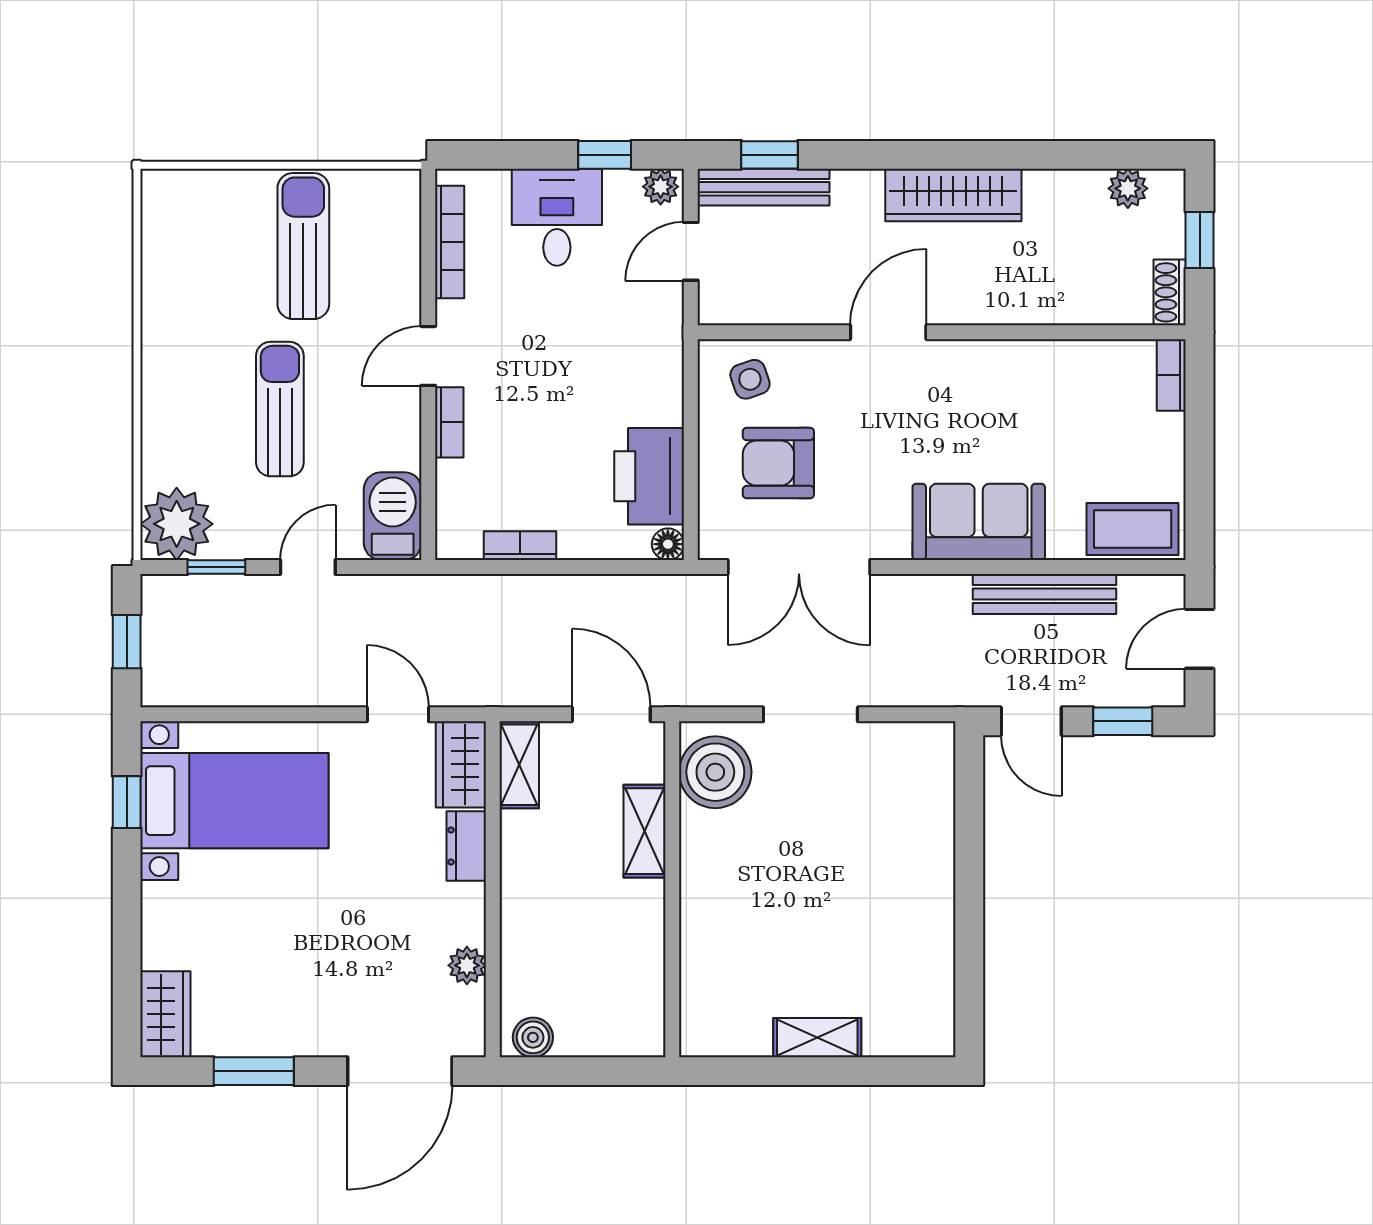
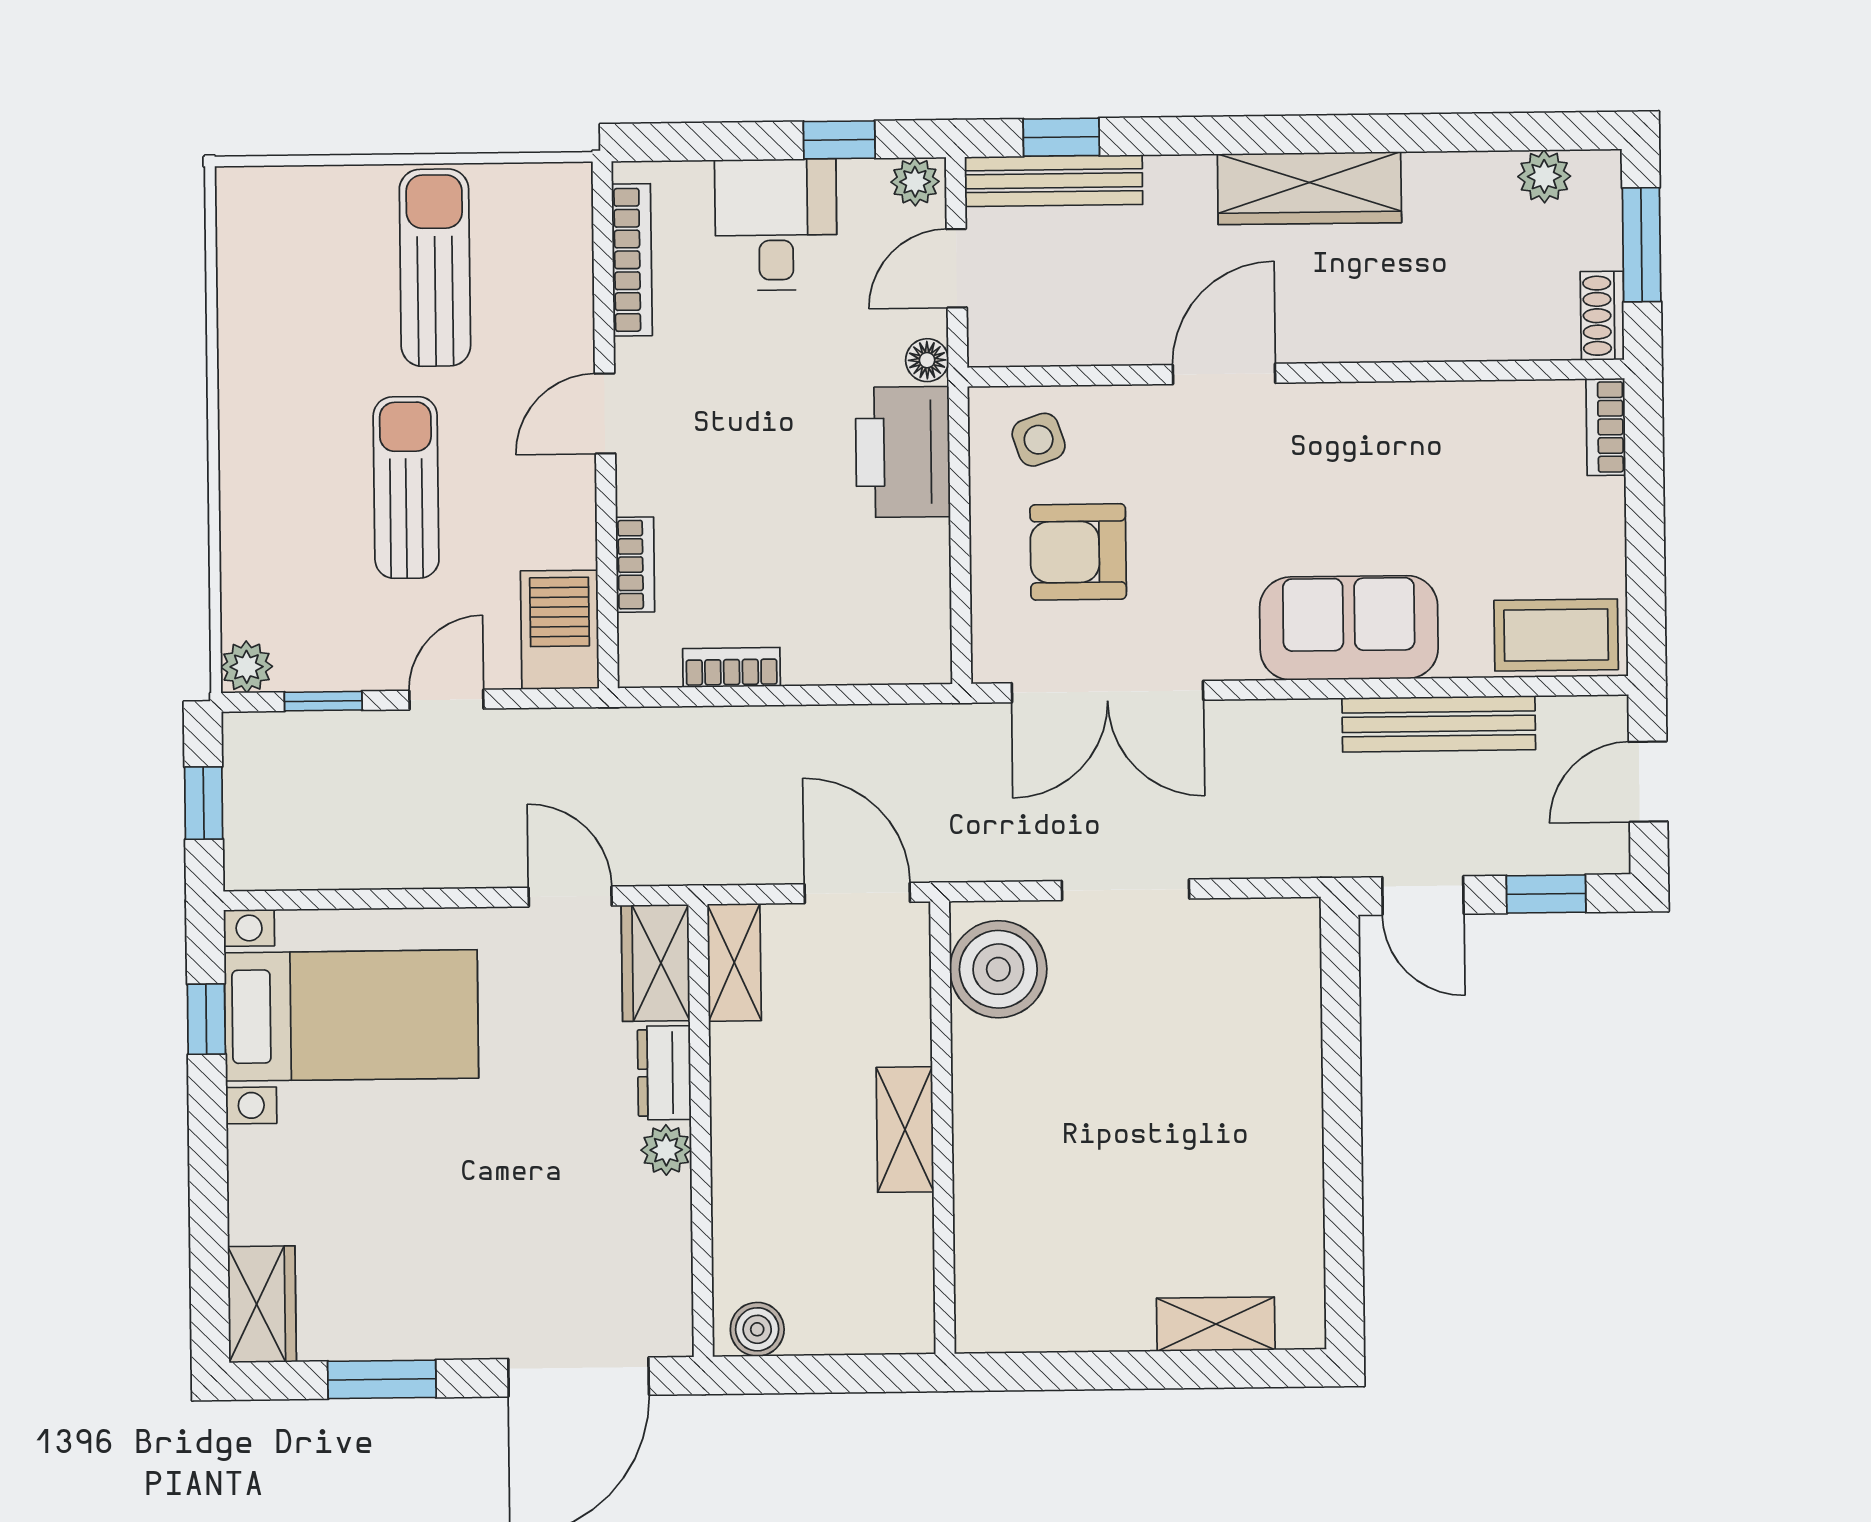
window: (1200, 240) -> (1642, 245), width x1.50
bookcase: (449, 422) -> (635, 565), moved
printer: (649, 476) -> (903, 452), moved
plant: (177, 524) -> (247, 667), width x0.53, depth x0.53
floor lamp: (668, 544) -> (927, 360), moved
shelving: (644, 831) -> (905, 1130), moved
plant: (467, 965) -> (666, 1150), moved
shelving: (817, 1038) -> (1216, 1324), moved

